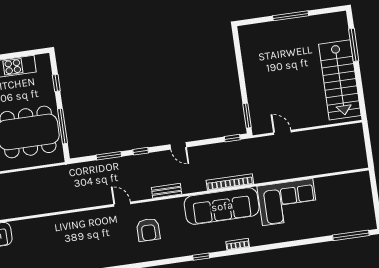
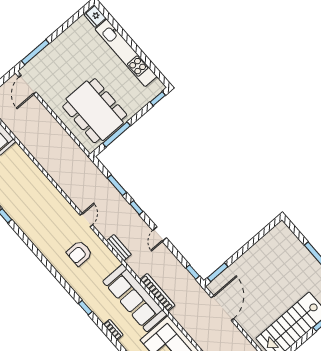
window: (56, 83) -> (158, 99), moved
door: (282, 132) -> (222, 308), width x1.87

